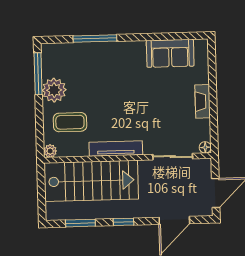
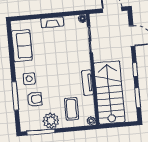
side table: (120, 61) -> (29, 79), added
armchair: (88, 68) -> (35, 99), added
tv unit: (116, 149) -> (87, 83), width x0.71

